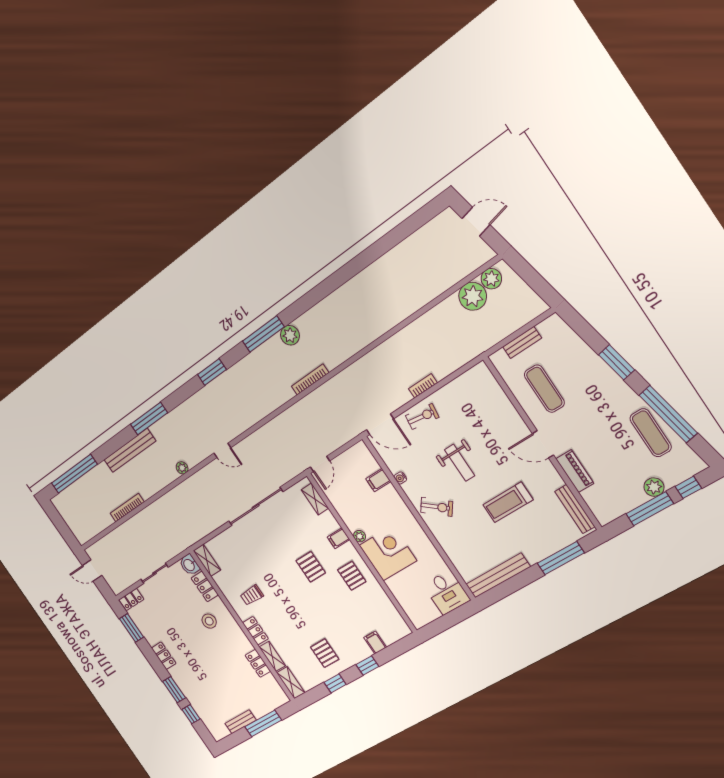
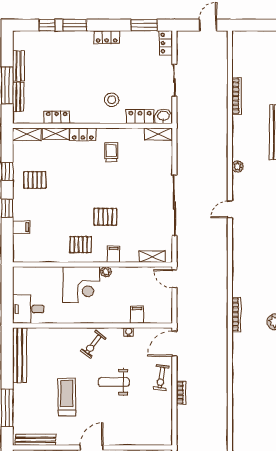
bench: (265, 708) -> (18, 97), added

